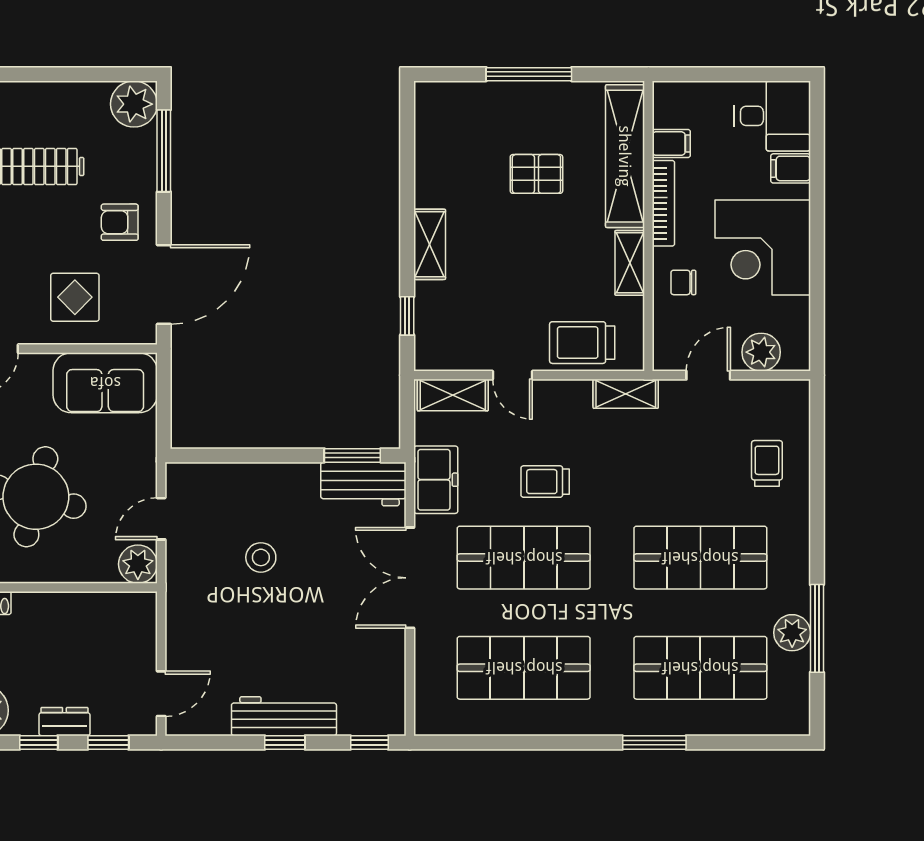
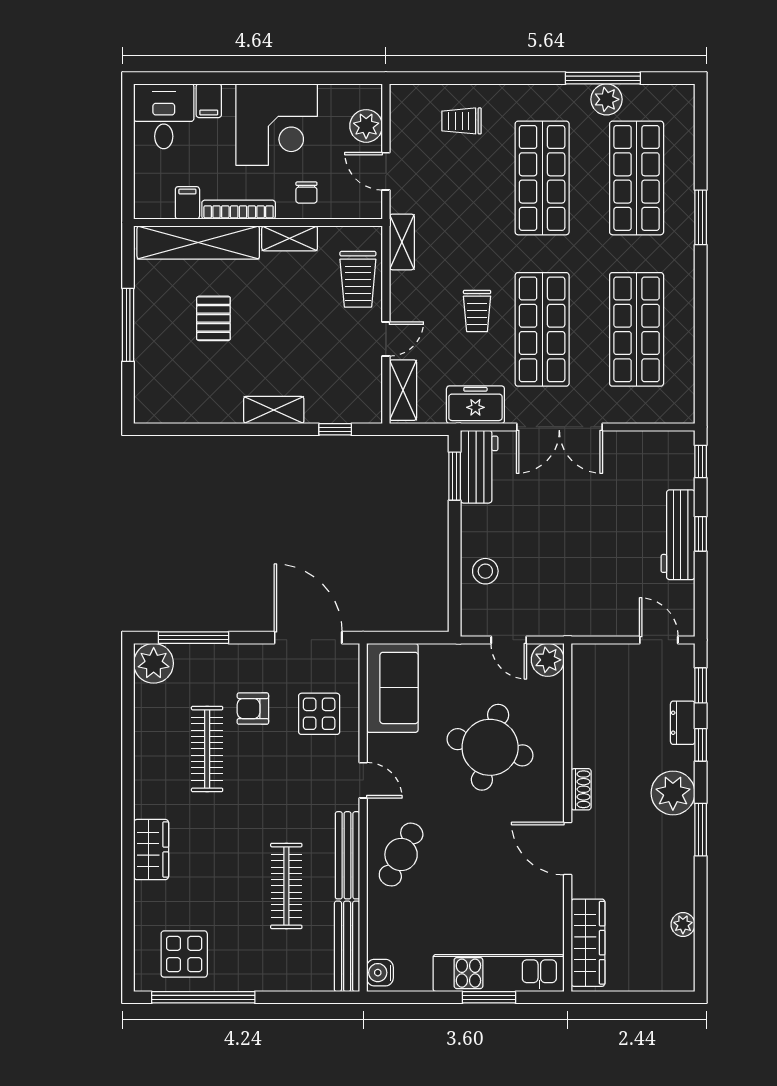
armchair: (120, 222) -> (253, 709), moved, turned 90
stool: (261, 557) -> (485, 571), moved

